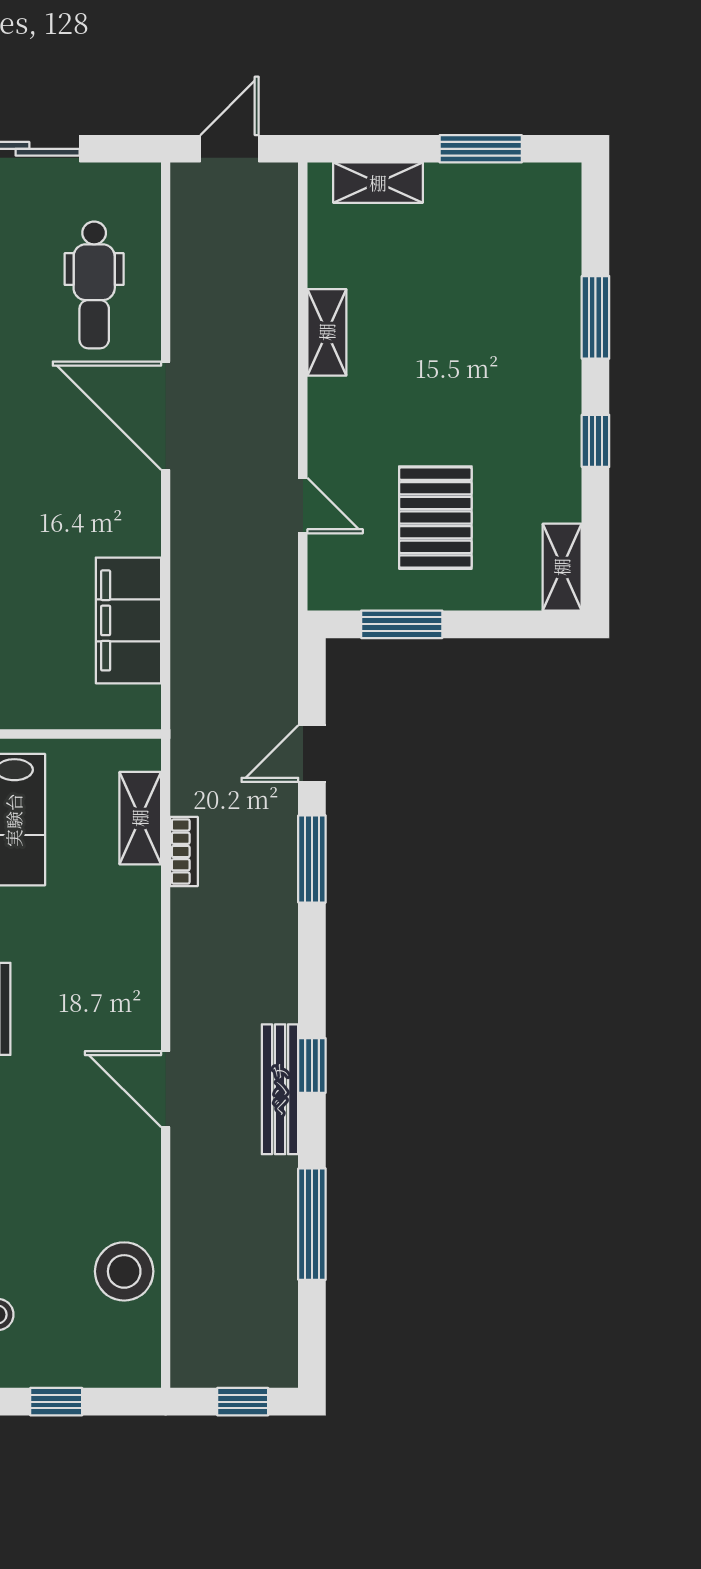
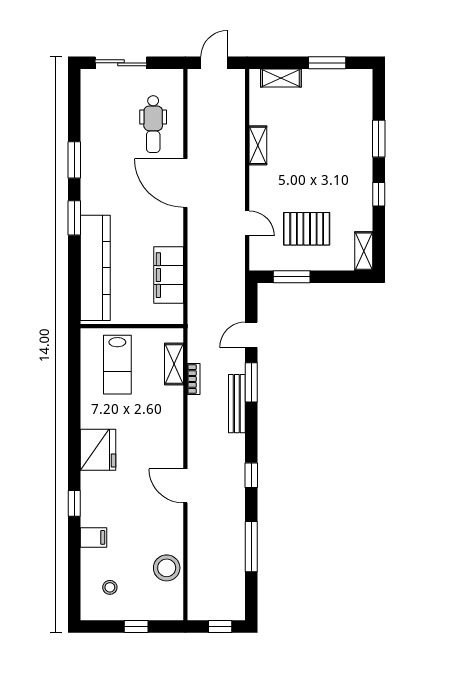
pallet: (435, 518) -> (307, 229), turned 90
bench: (280, 1089) -> (237, 404), moved

